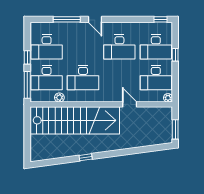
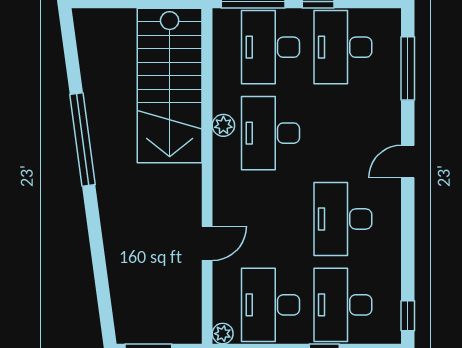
window: (67, 19) -> (408, 68), moved
plant: (59, 98) -> (223, 125), moved
stairs: (75, 120) -> (170, 86), width x0.73
window: (86, 157) -> (82, 139), width x3.17

